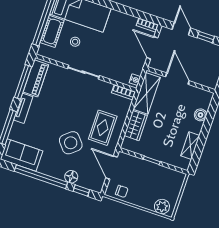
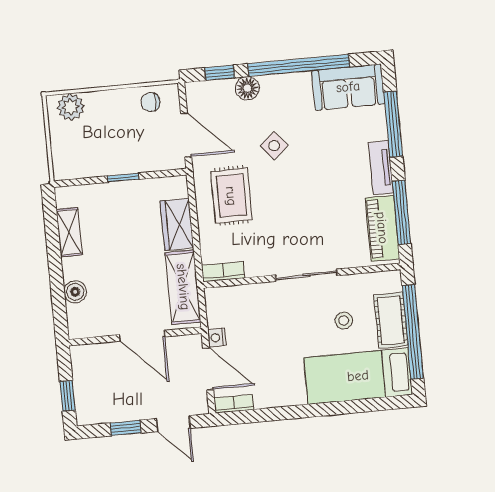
nightstand: (135, 80) -> (217, 338), moved
side table: (71, 143) -> (274, 146), width x0.54, depth x0.54

